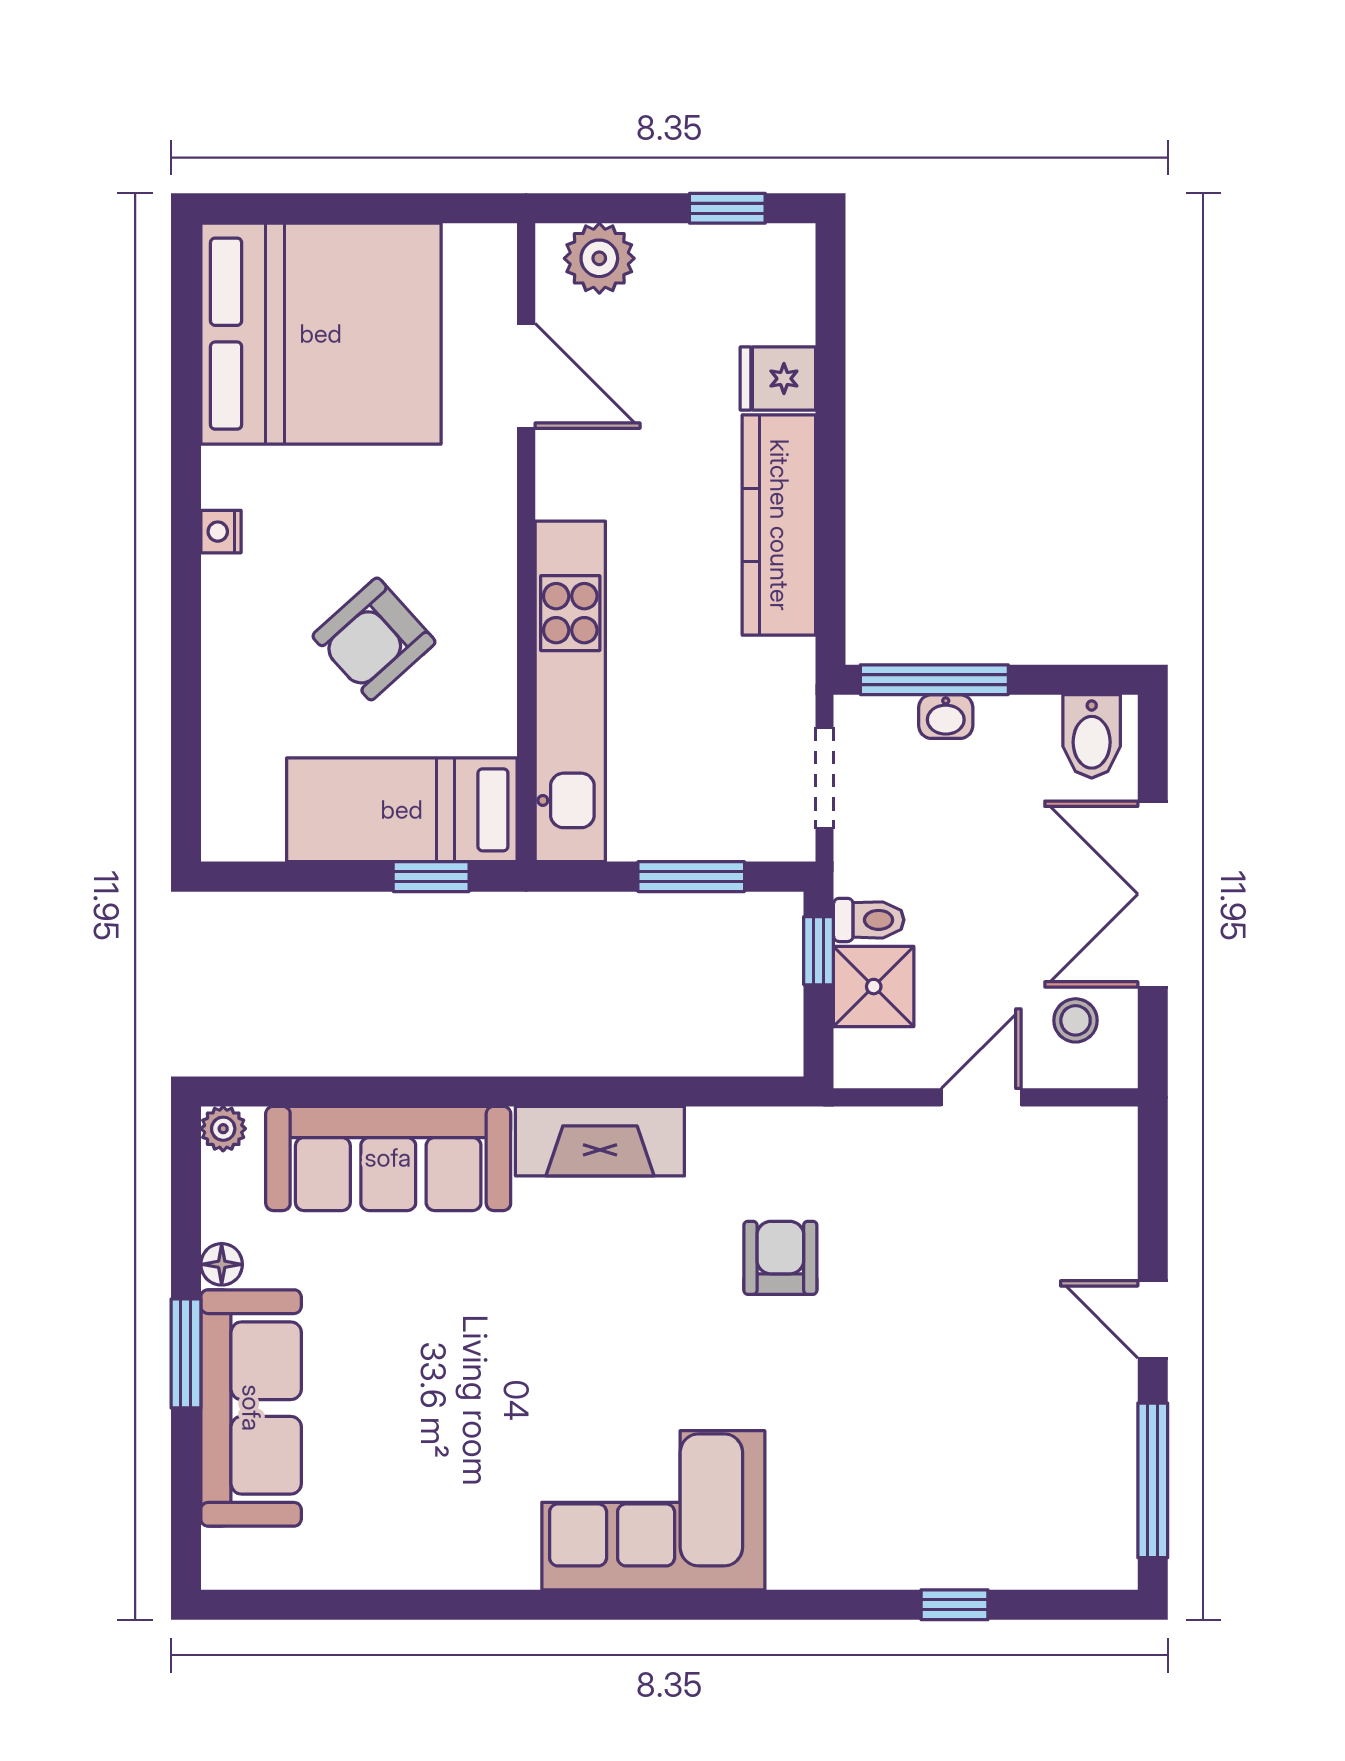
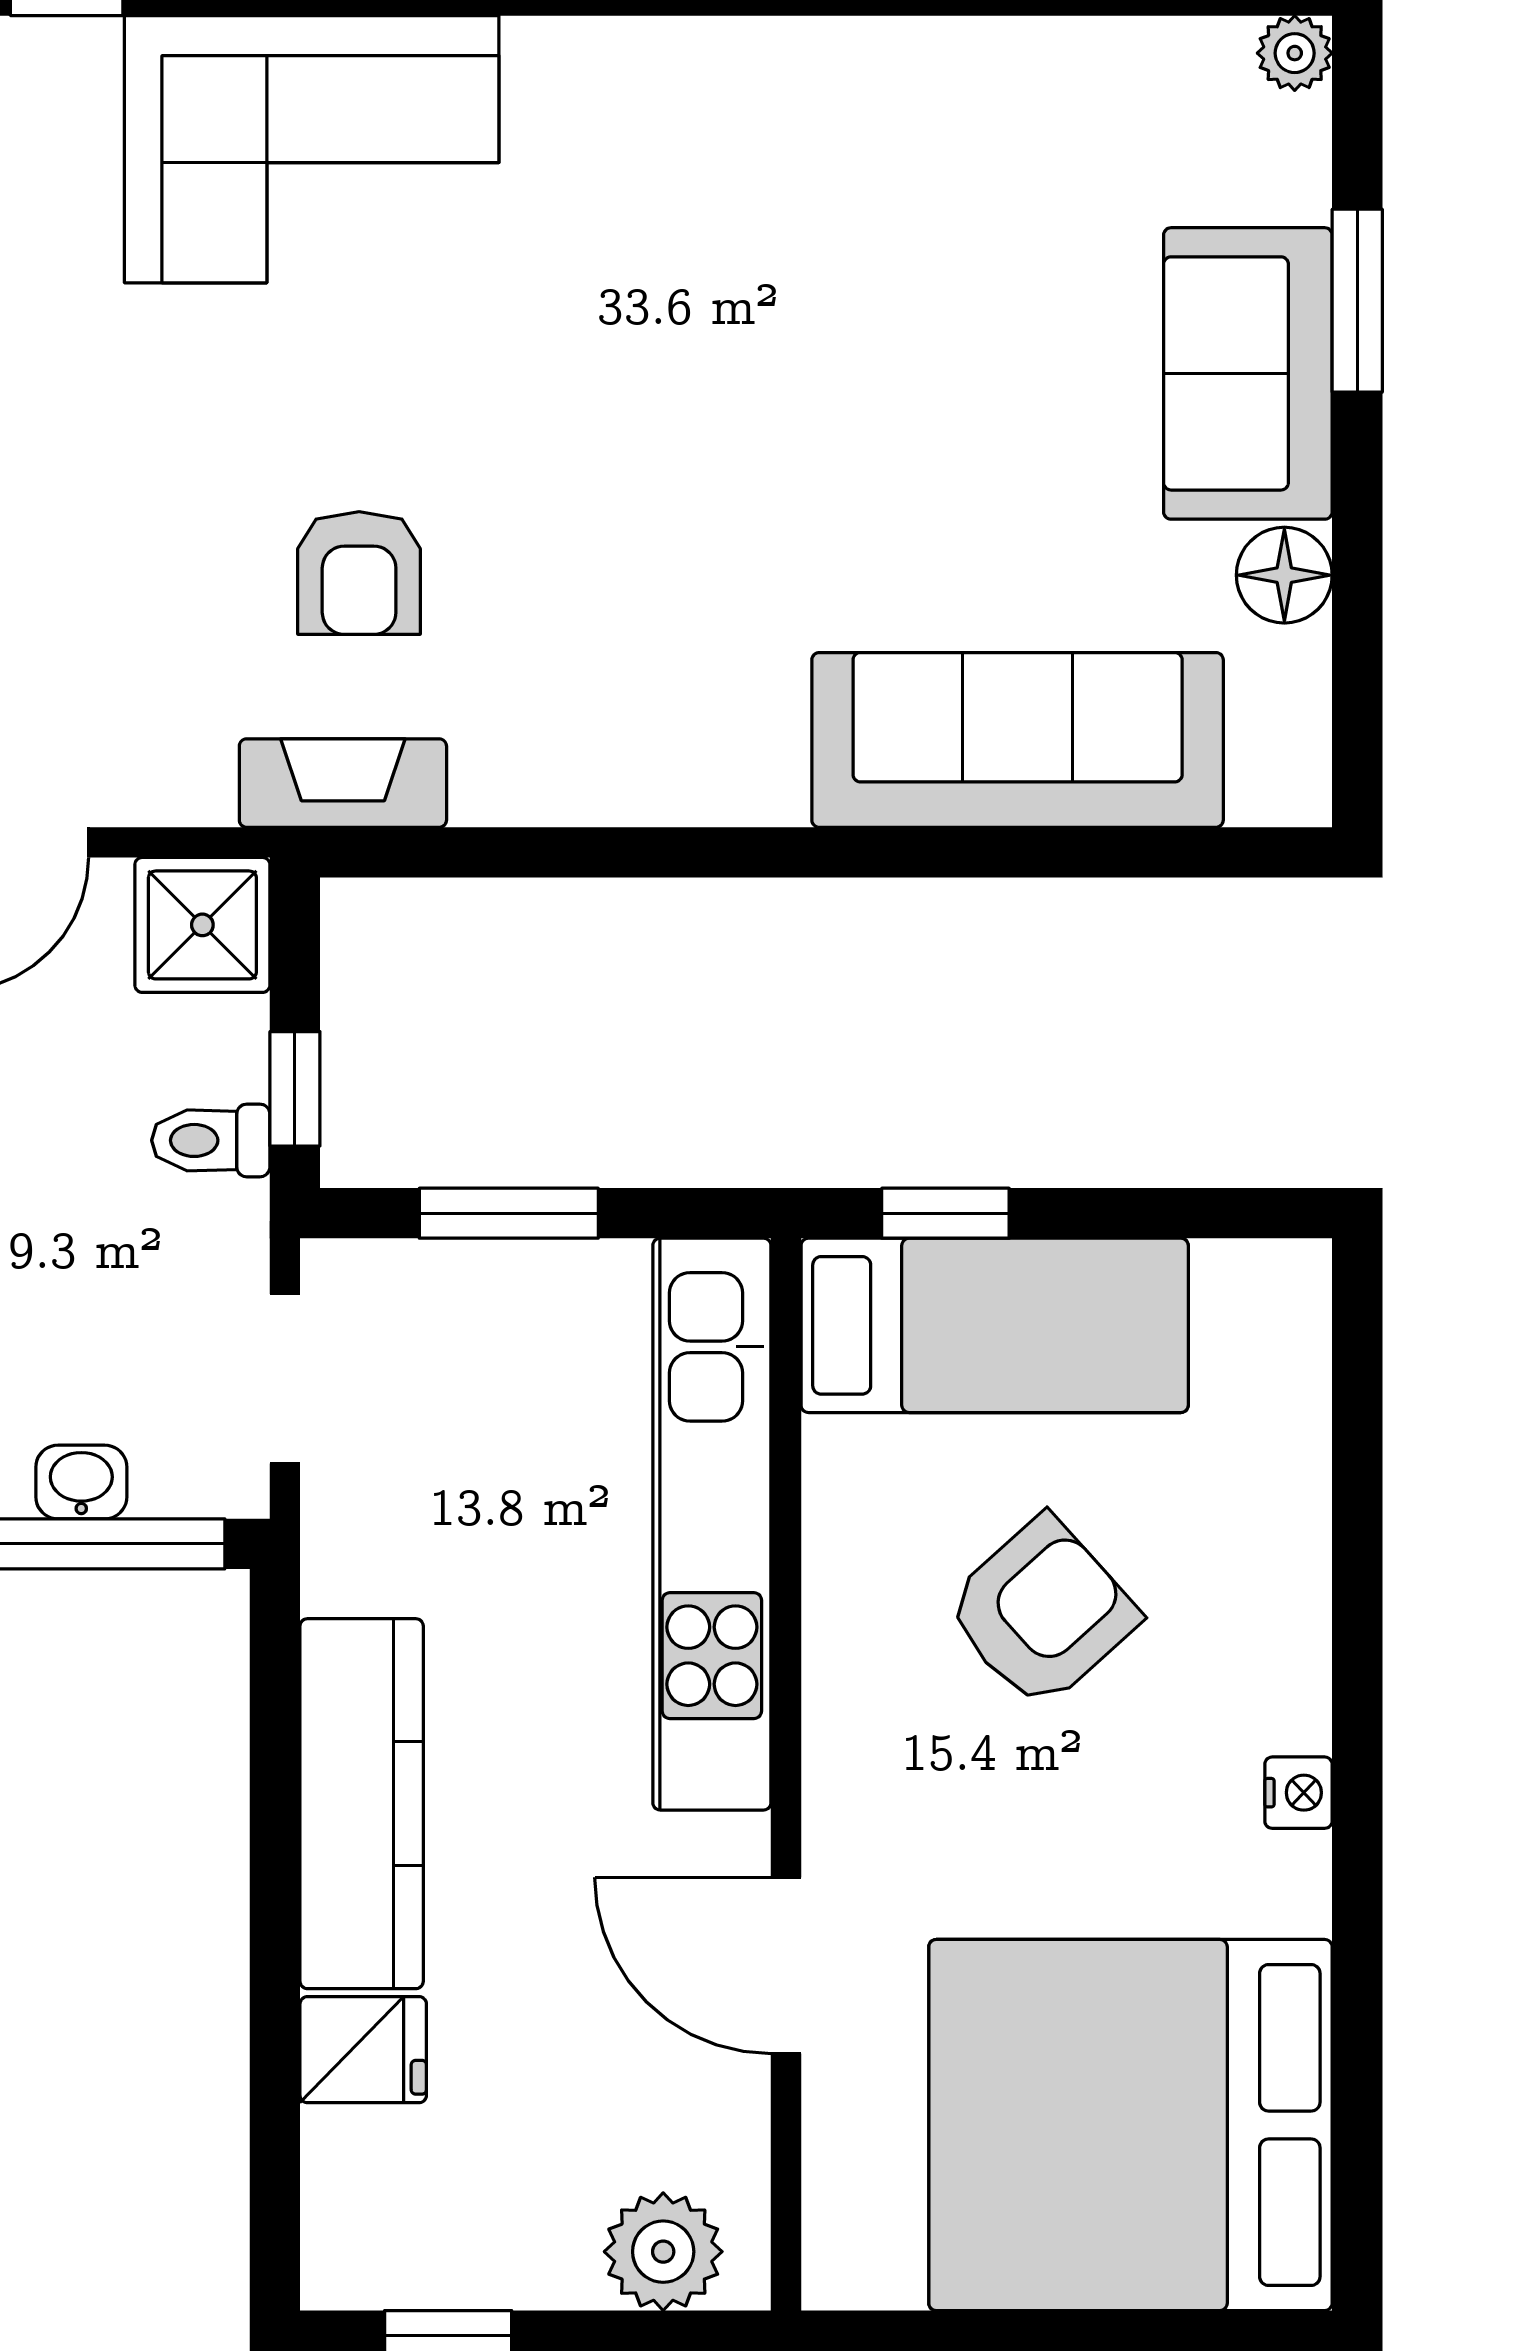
door: (526, 376) -> (786, 1965), moved
shower: (874, 987) -> (202, 925), moved
plant: (223, 1129) -> (1295, 53), moved
fireplace: (600, 1141) -> (343, 783), moved, width x0.73, depth x0.76
floor lamp: (222, 1264) -> (1284, 575), width x1.37, depth x1.37
window: (186, 1353) -> (1357, 301), moved
sofa: (251, 1408) -> (1248, 373), width x0.73
corner sofa: (653, 1510) -> (312, 149), moved

